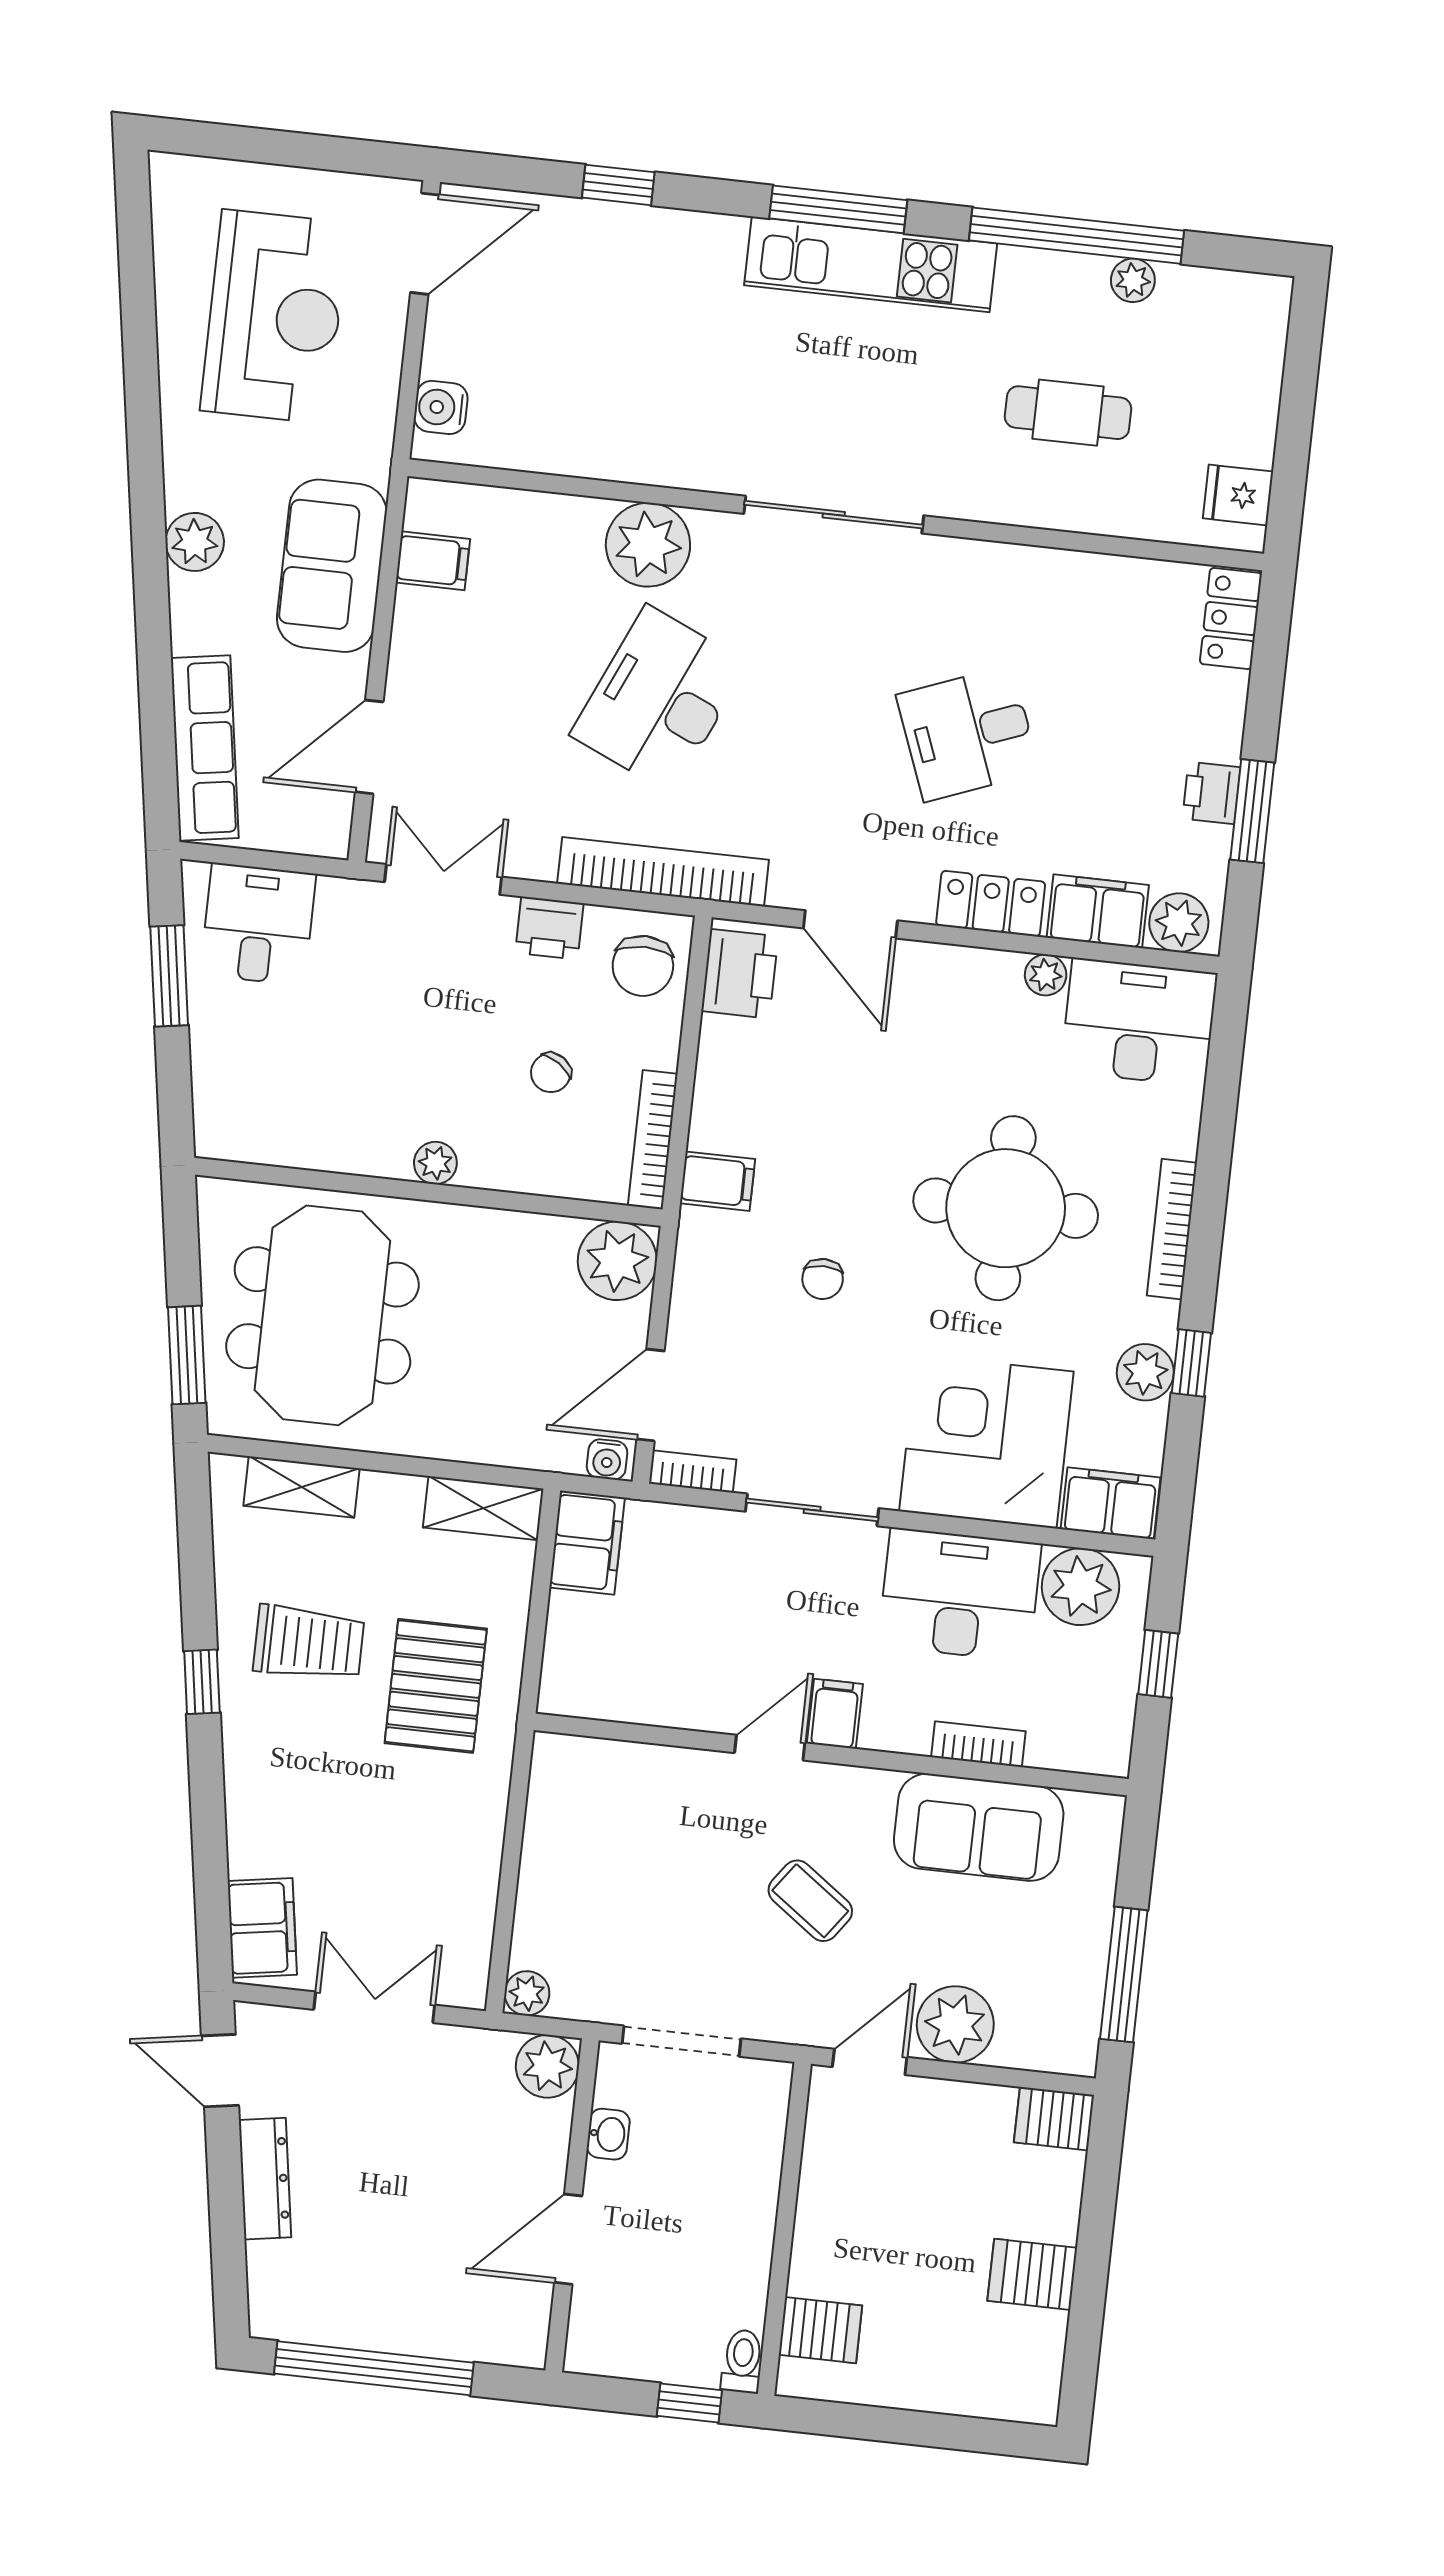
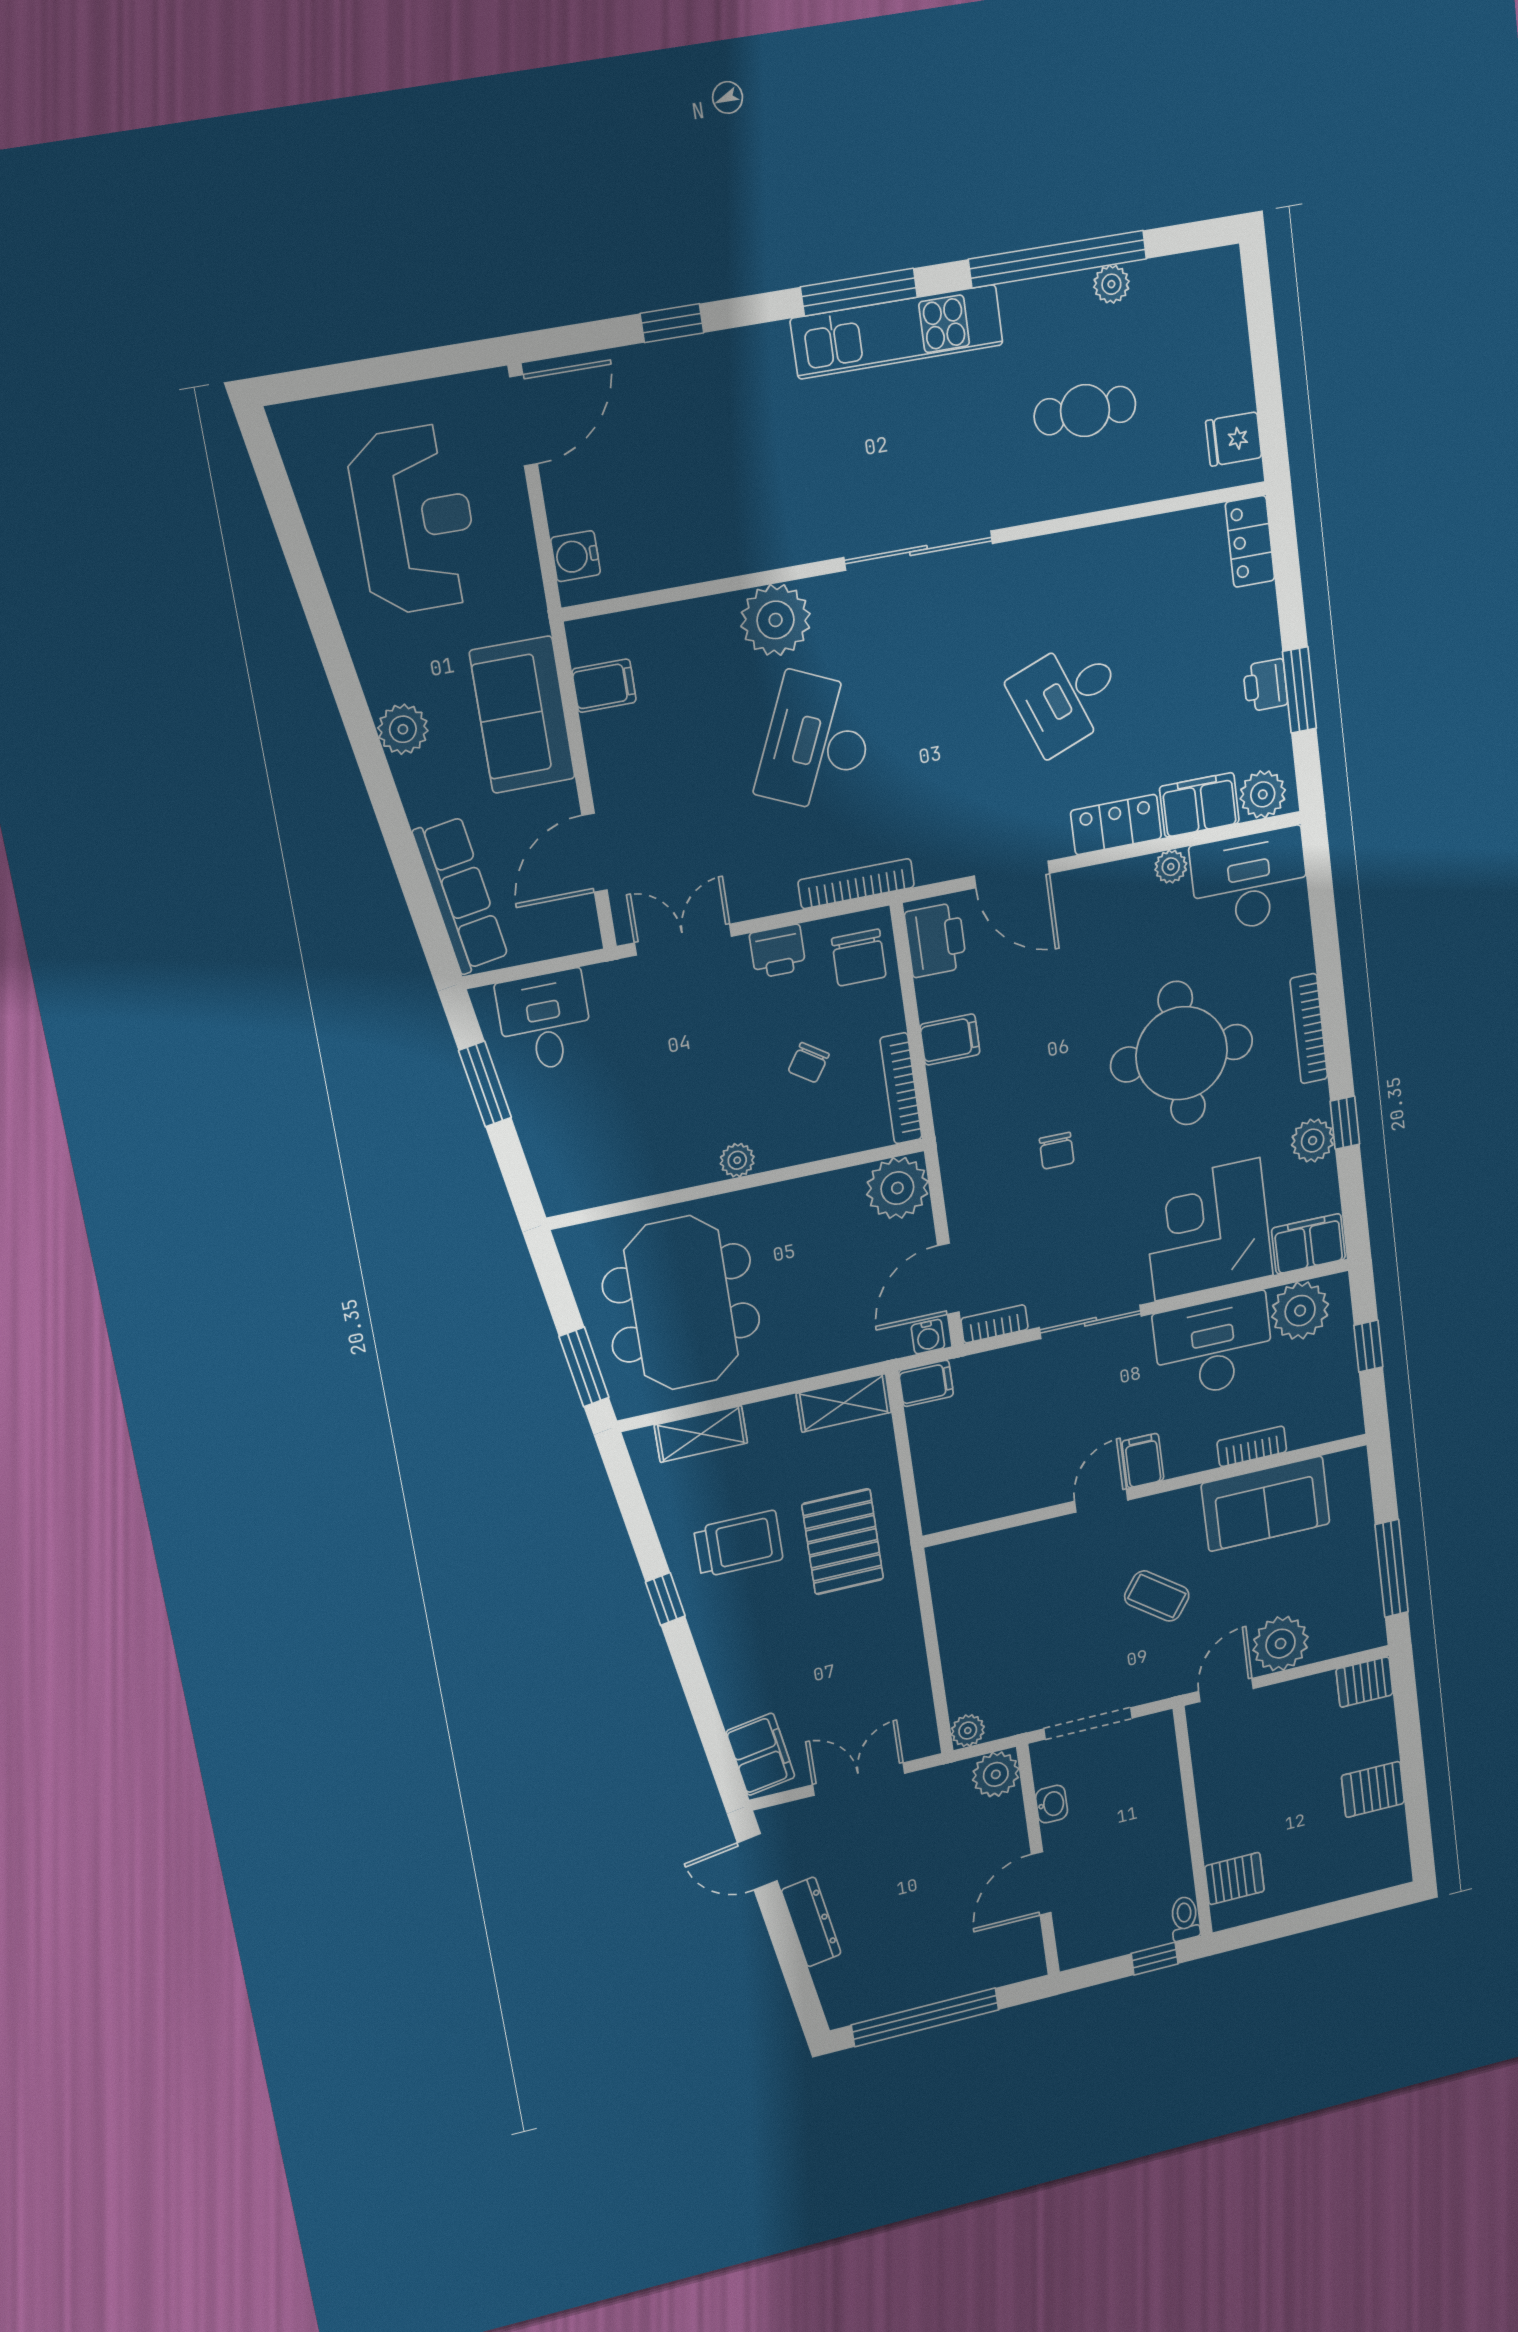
bookcase: (663, 872) -> (856, 884), width x0.68, depth x0.76
filing cabinet: (717, 1181) -> (950, 1039), moved
filing cabinet: (587, 1543) -> (926, 1383), width x0.50

